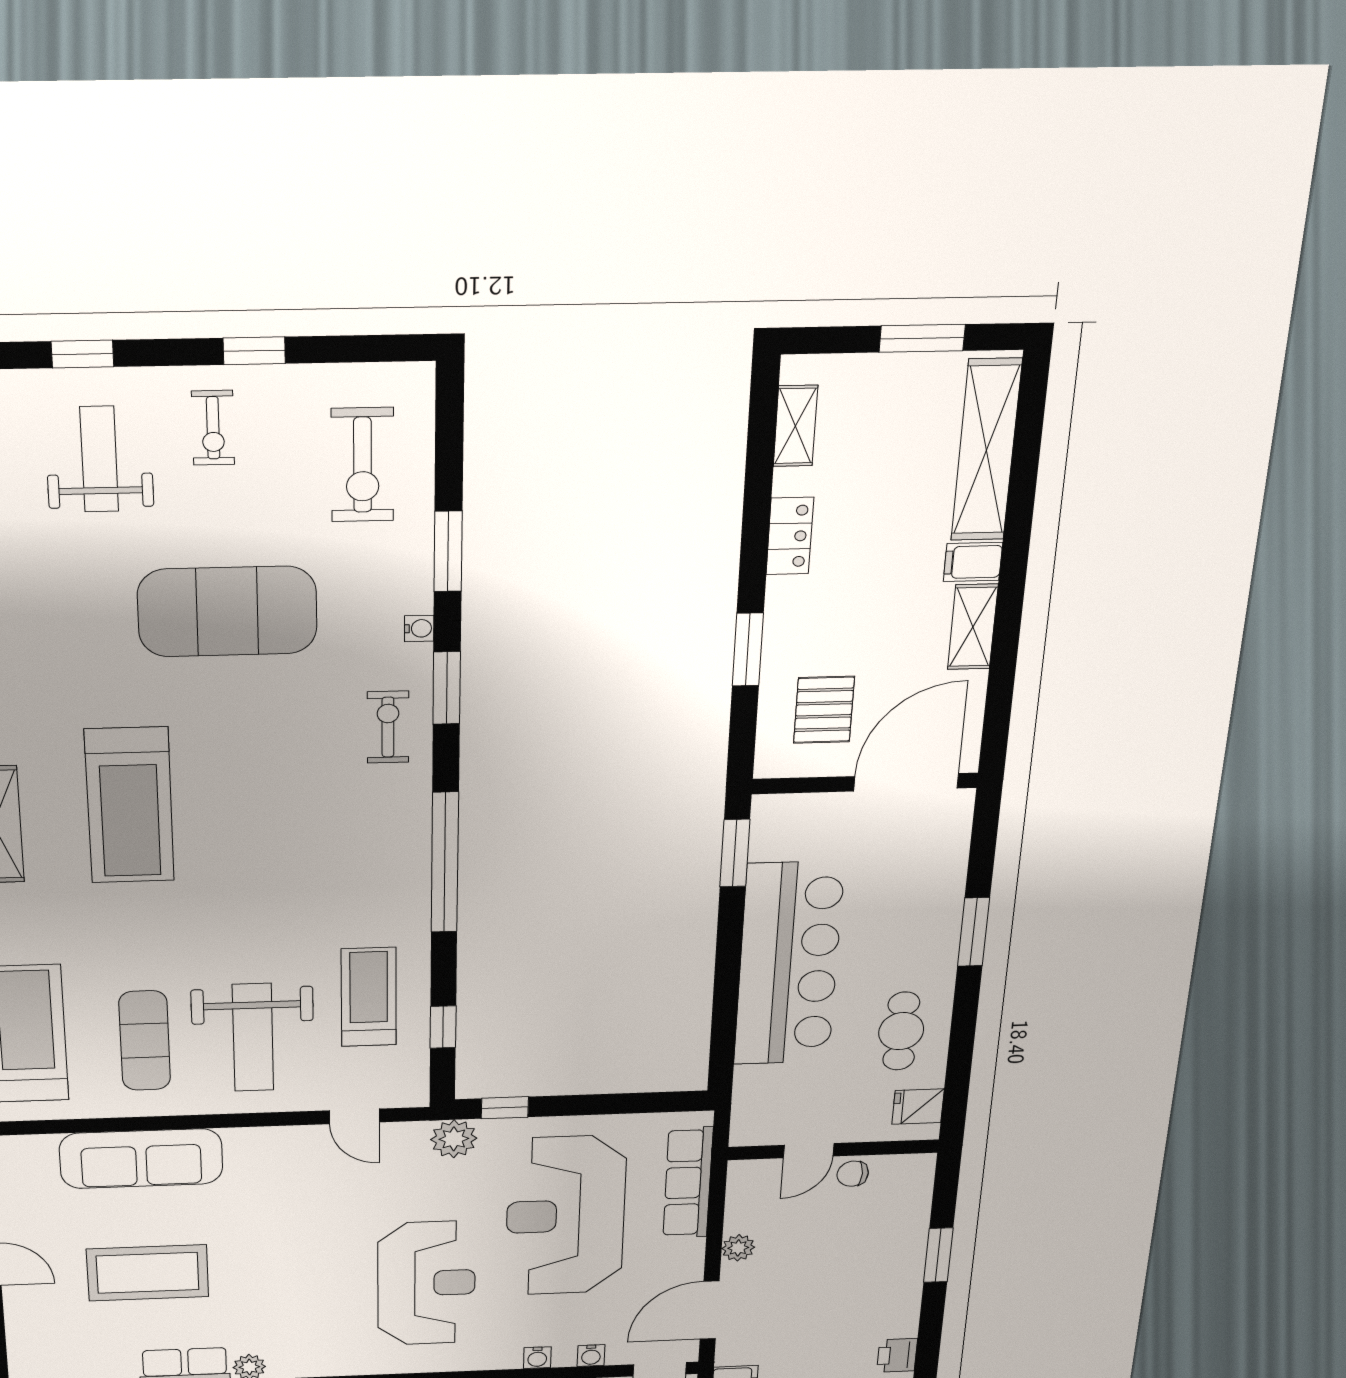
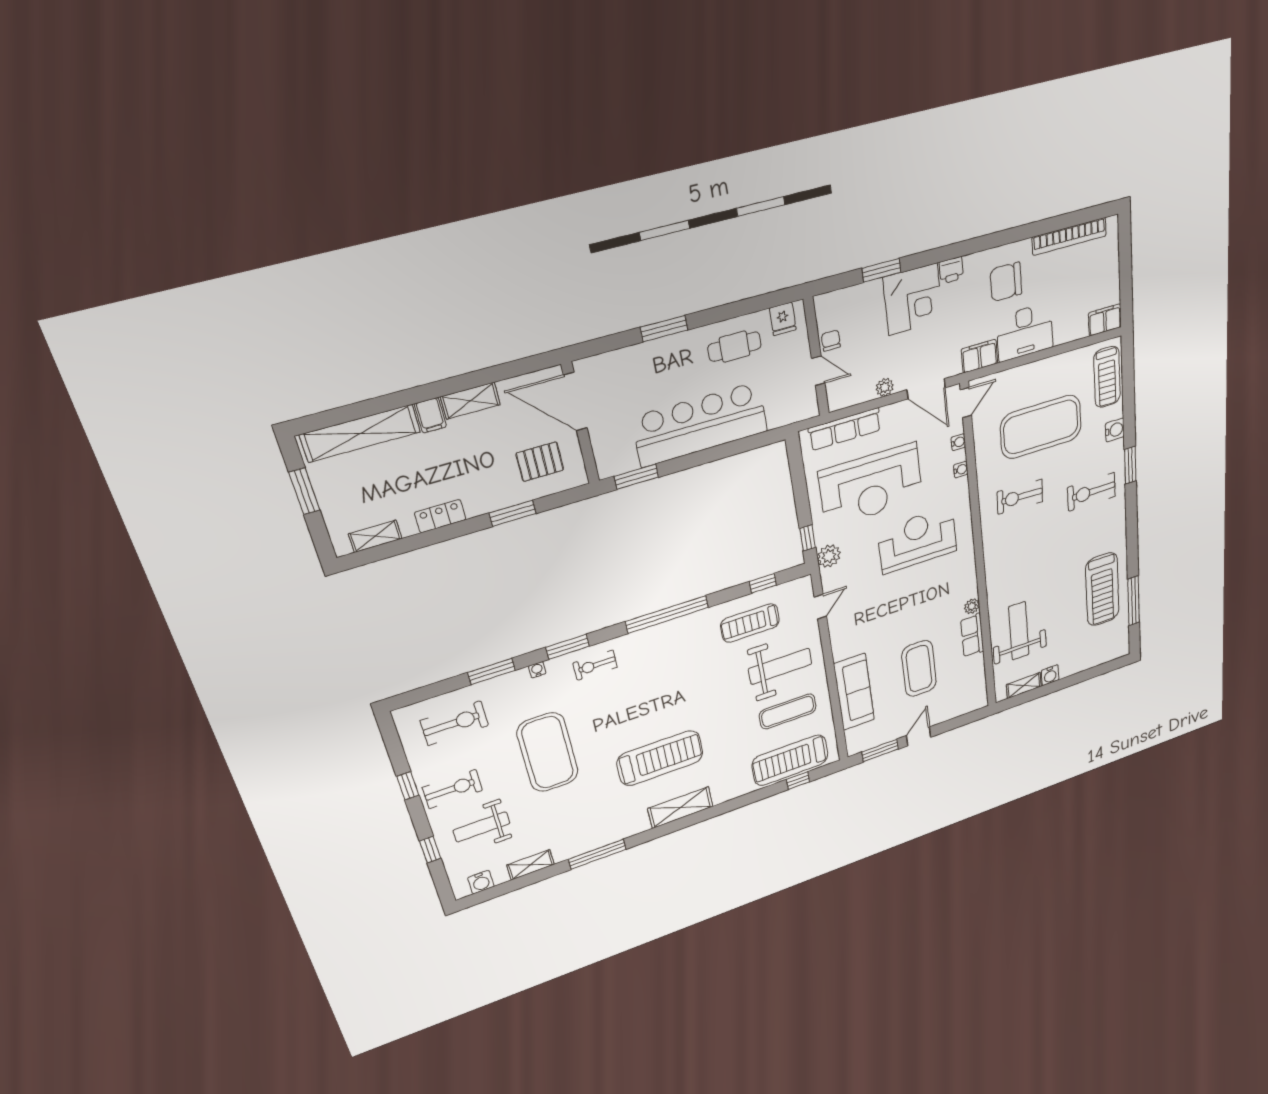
exercise bike: (213, 428) -> (453, 789), width x1.38, depth x1.39
chair: (853, 1174) -> (831, 340), turned 180
corner desk: (872, 1298) -> (913, 299), added

